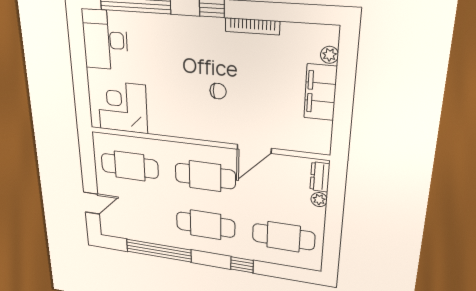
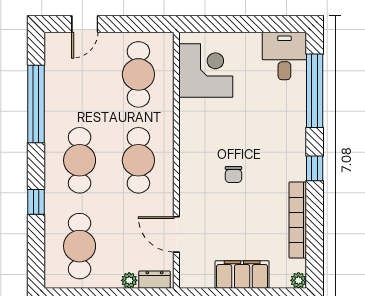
bookcase: (252, 26) -> (298, 220), width x1.48, depth x1.31
desk: (105, 40) -> (284, 56), width x0.73
plant: (330, 55) -> (298, 280), moved
door: (254, 149) -> (176, 234), moved
door: (91, 203) -> (85, 24), hinge flipped

